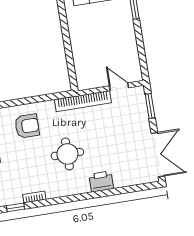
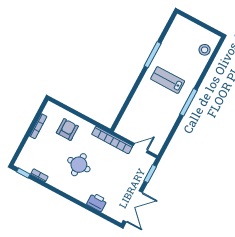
door: (119, 87) -> (140, 148), hinge flipped
armchair: (27, 126) -> (67, 130), turned -90
printer: (101, 181) -> (97, 202), moved

